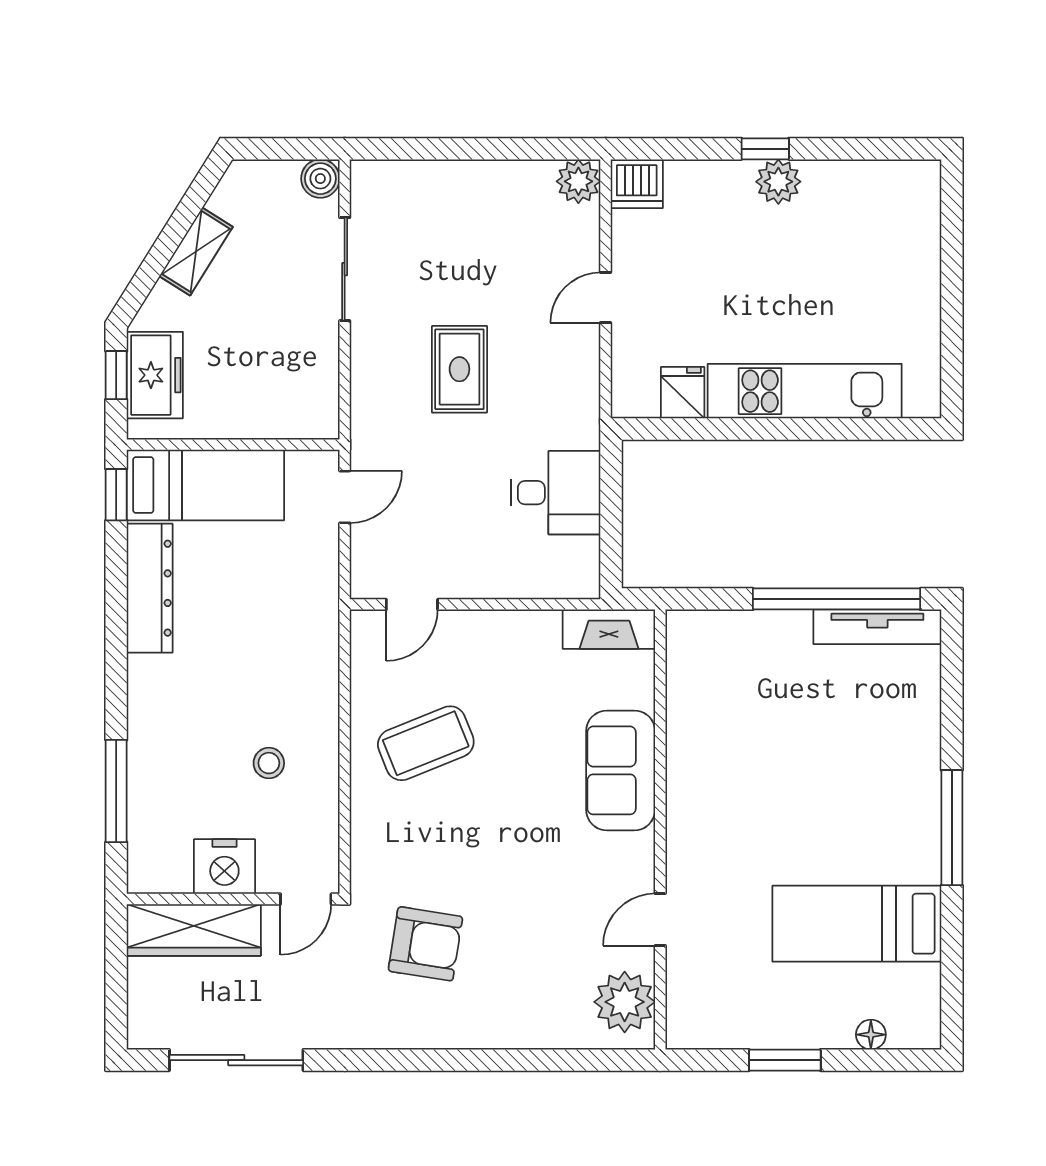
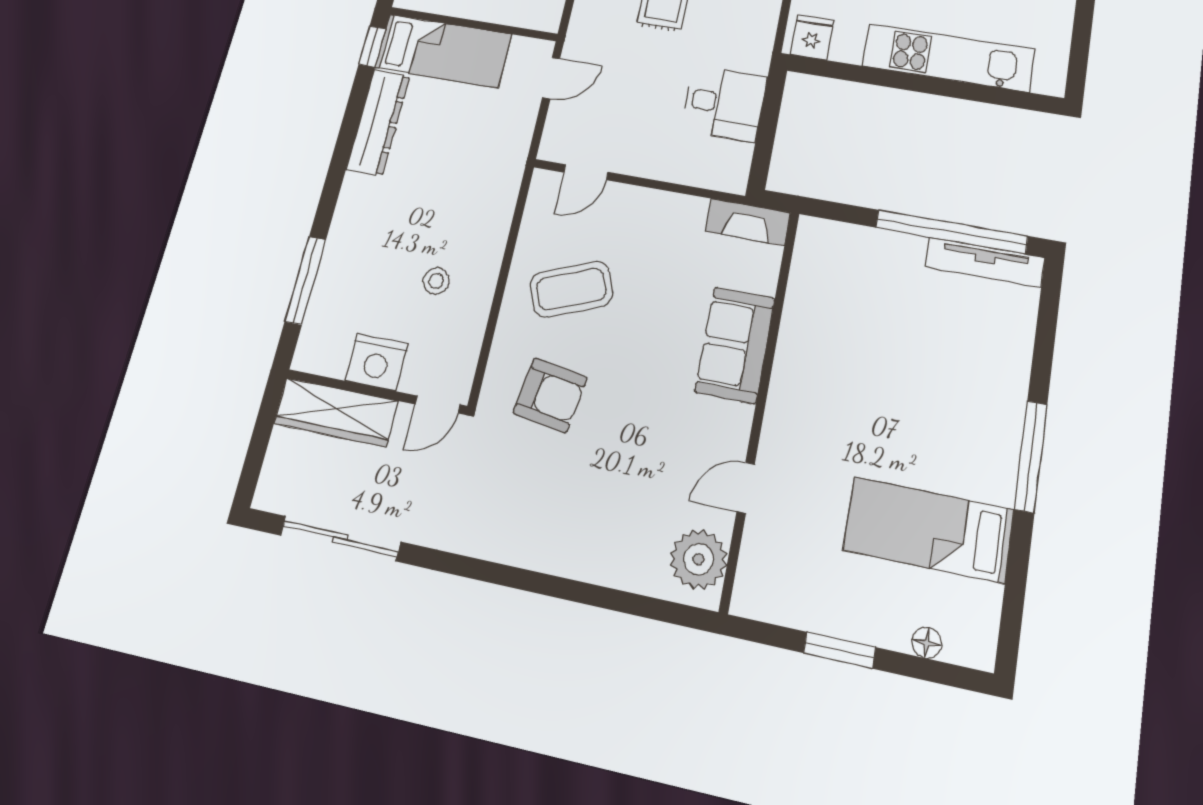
fridge: (683, 393) -> (812, 37), moved
armchair: (425, 944) -> (550, 395), moved

